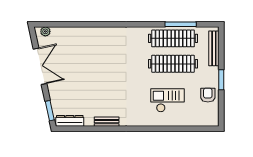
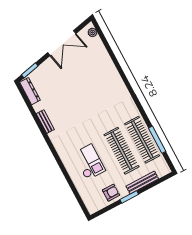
bench: (214, 48) -> (142, 182), moved

